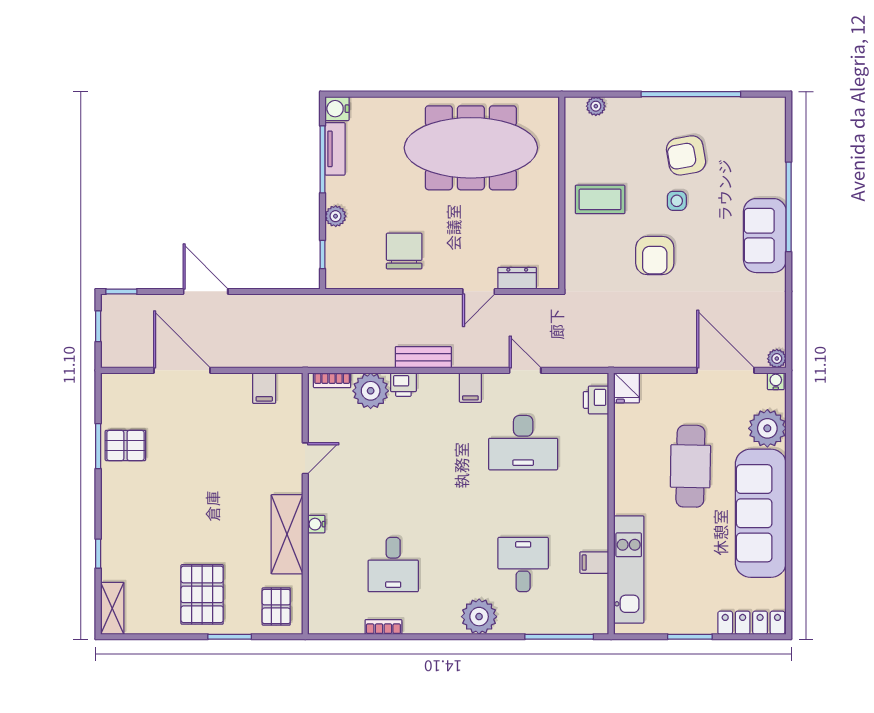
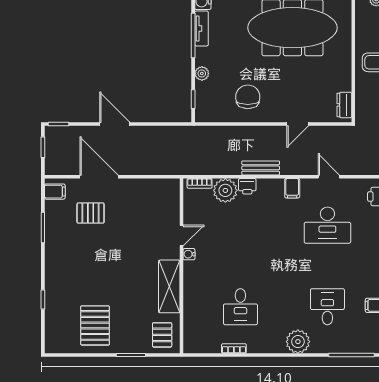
dresser: (517, 278) -> (344, 105), moved, turned -90
filing cabinet: (264, 388) -> (55, 192), moved, turned -90
pallet: (125, 445) -> (91, 213), moved
water cooler: (316, 524) -> (189, 254), moved
pallet: (202, 594) -> (95, 325), moved
shelving: (112, 608) -> (52, 336), removed

